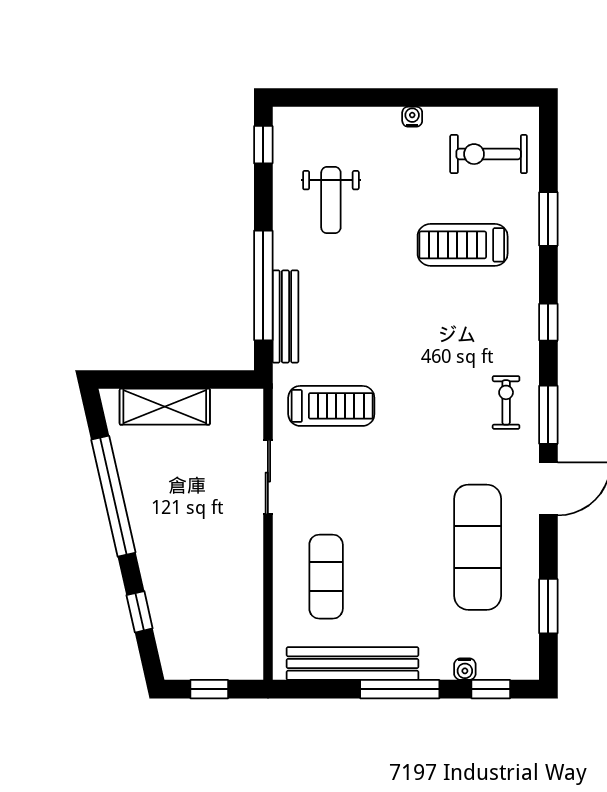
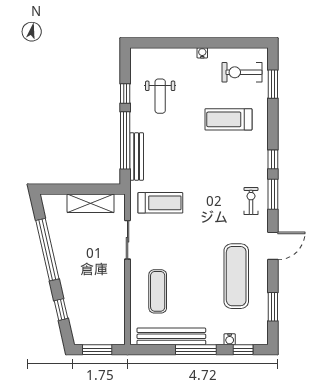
window: (263, 145) -> (125, 94), moved
window: (548, 219) -> (273, 84), moved
shelving: (165, 407) -> (91, 203), moved
window: (548, 415) -> (273, 194), moved
window: (209, 689) -> (97, 350), width x1.50

